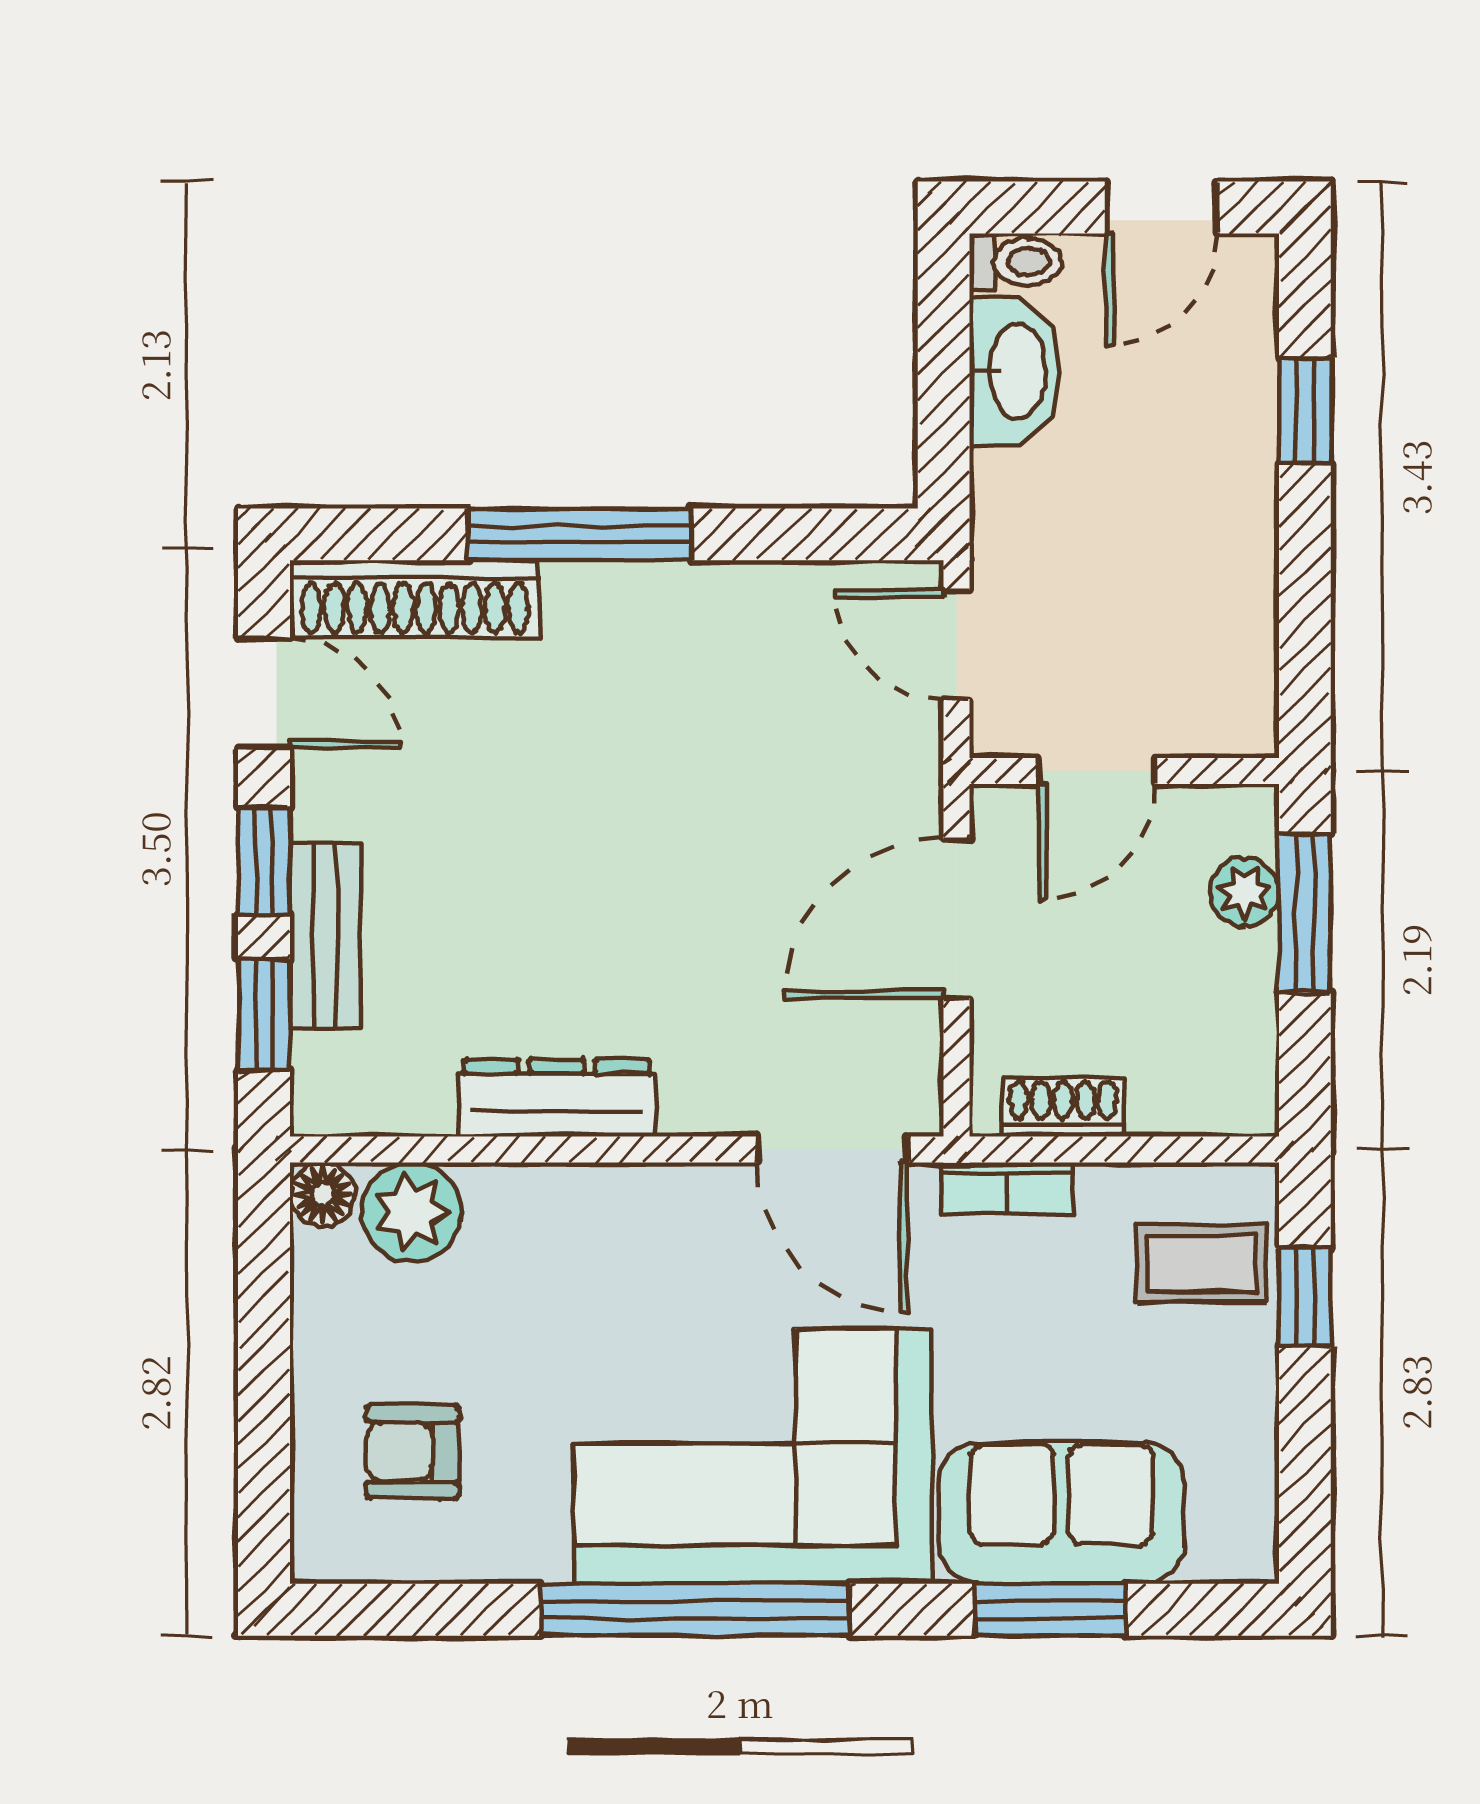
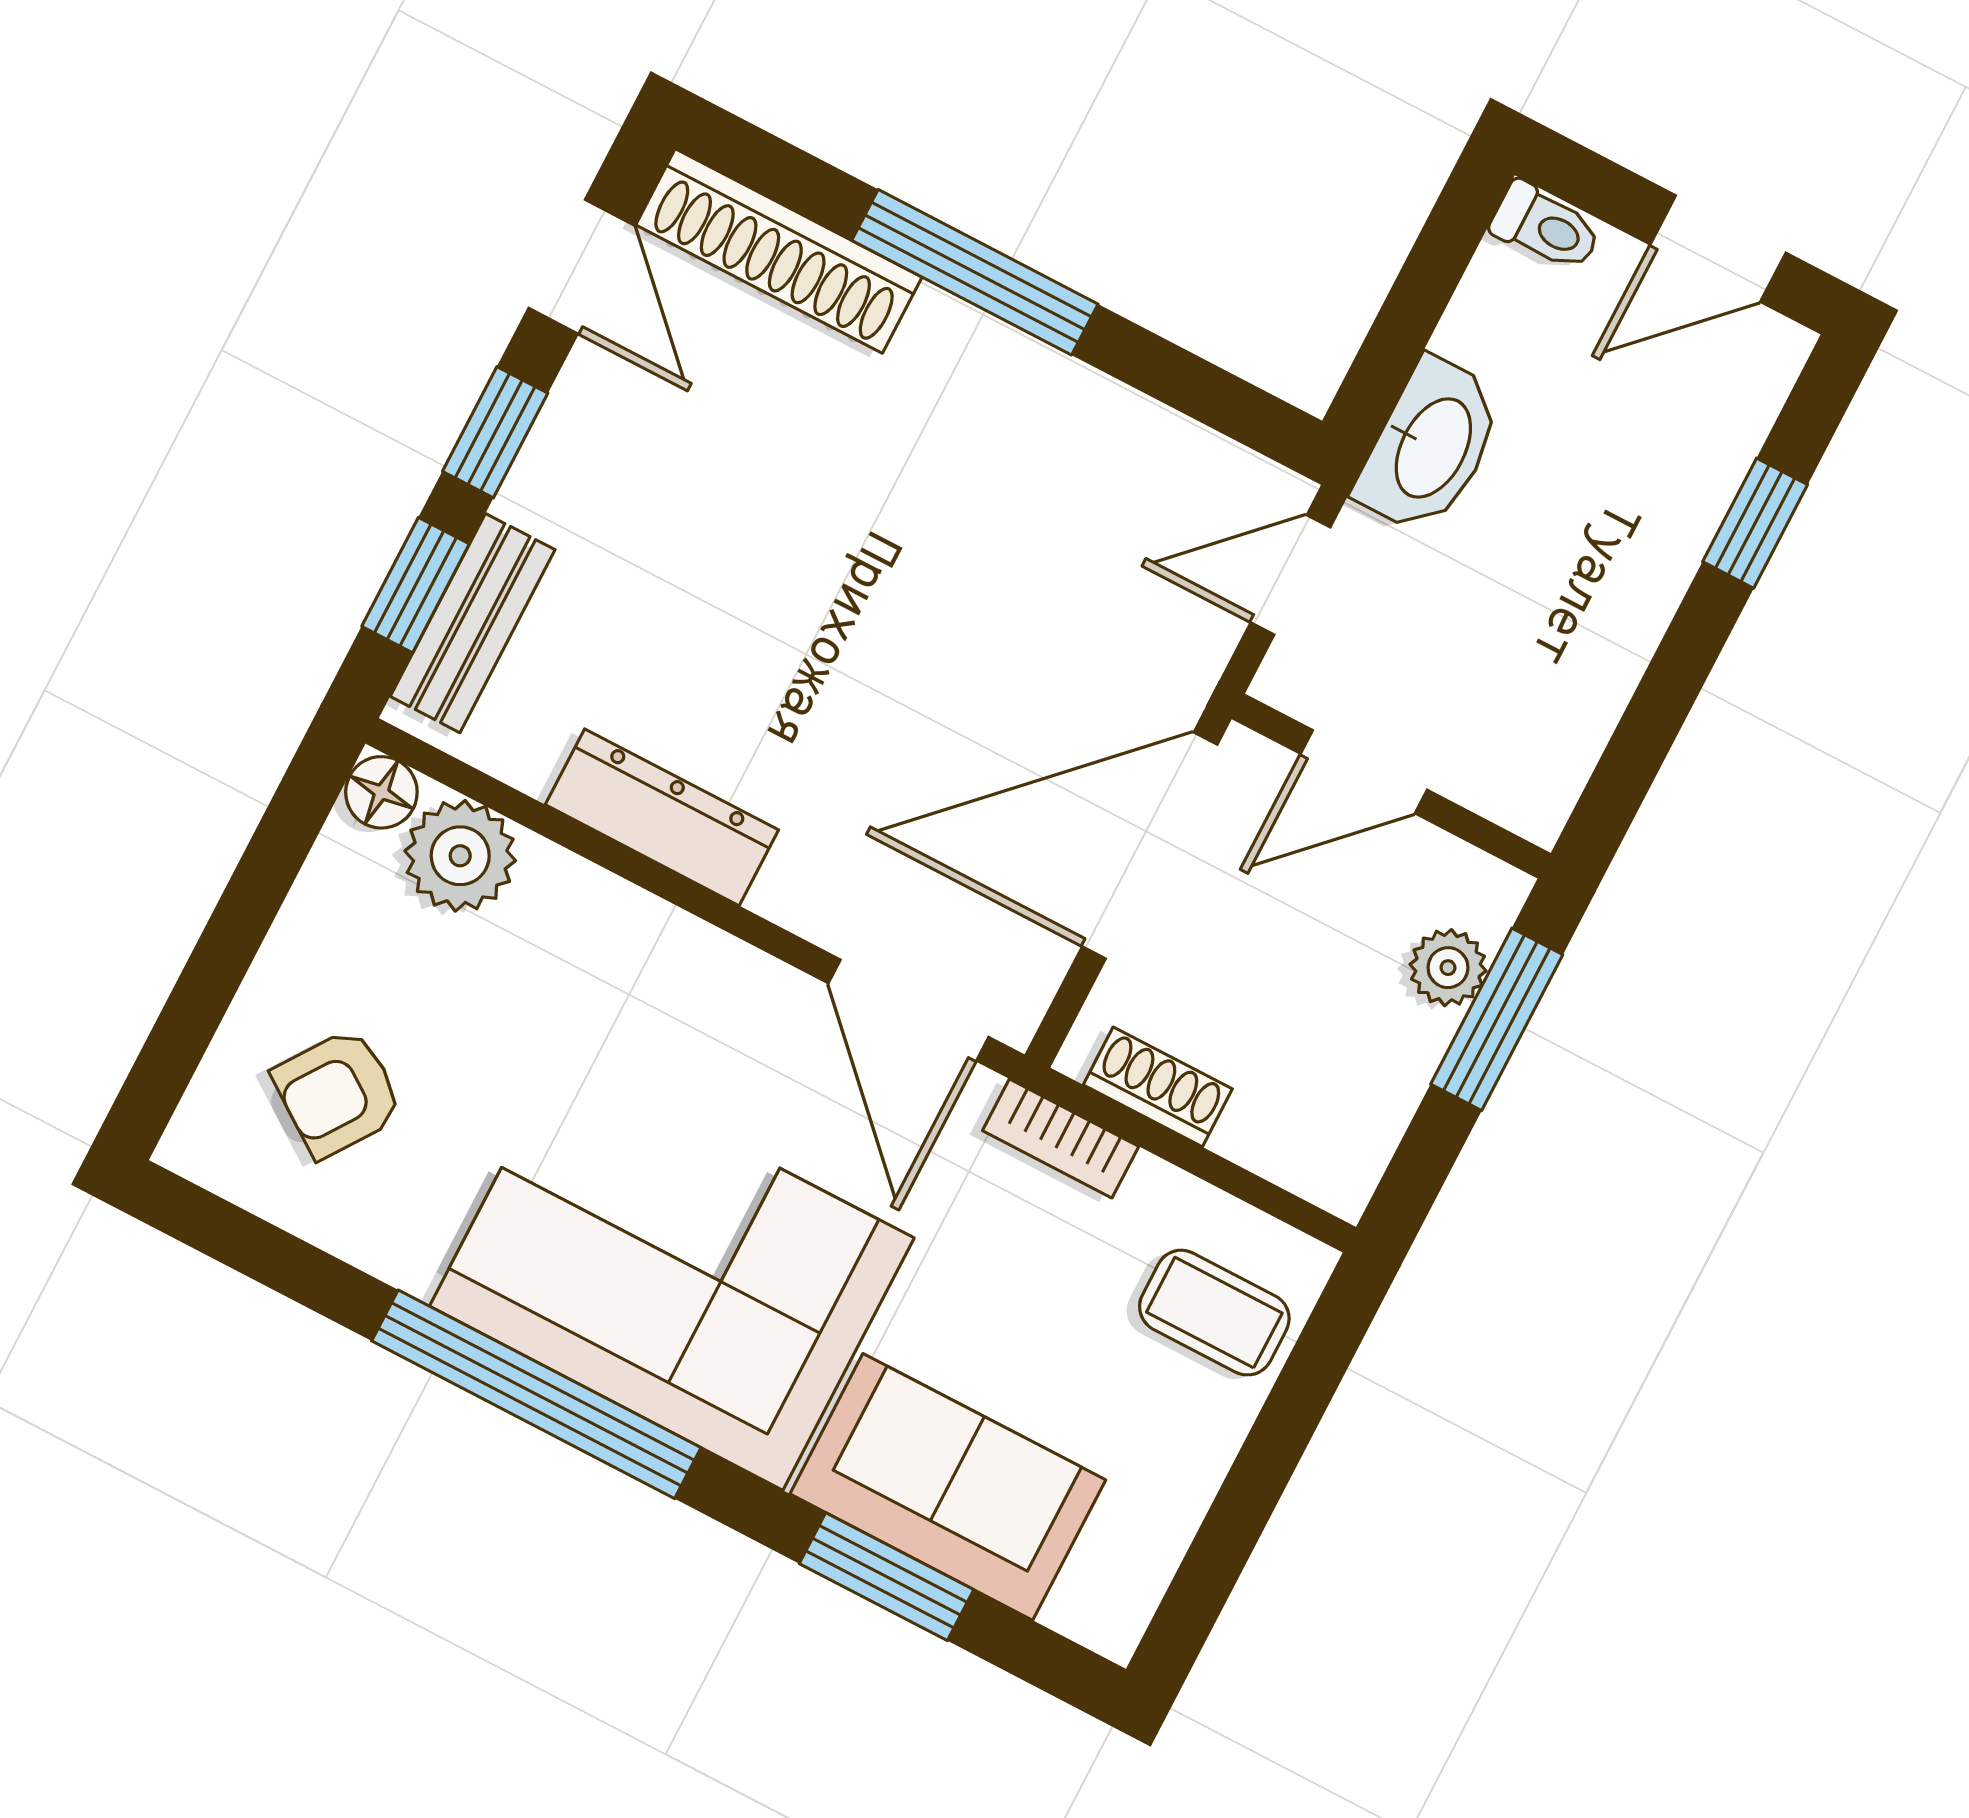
washbasin: (1015, 371) -> (1431, 447), moved
door: (956, 645) -> (1291, 575), hinge flipped
door: (956, 918) -> (1150, 846), width x1.36
bench: (325, 936) -> (473, 623), moved
window: (1305, 1297) -> (1299, 1398), removed
armchair: (413, 1452) -> (338, 1093), turned -55

